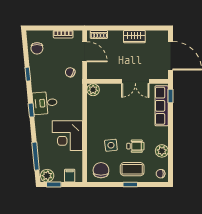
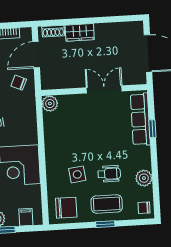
wardrobe: (134, 37) -> (80, 32), moved
door: (85, 52) -> (36, 55), swing flipped
double door: (135, 81) -> (104, 89), swing flipped
window: (170, 96) -> (152, 129), moved
chair: (101, 170) -> (66, 208), turned 90

